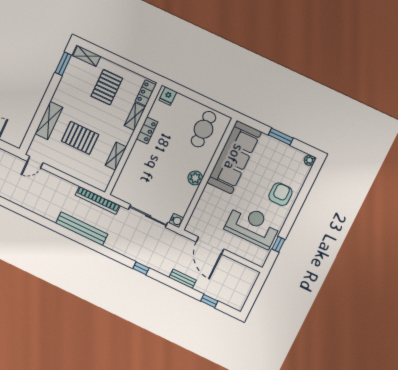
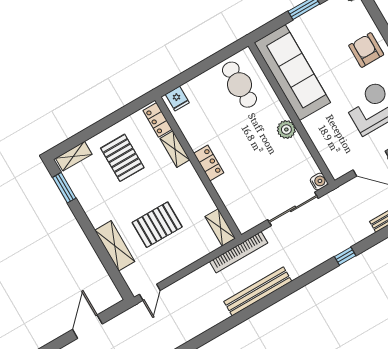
locker: (147, 130) -> (209, 163), moved
shelving: (116, 156) -> (220, 227), moved

